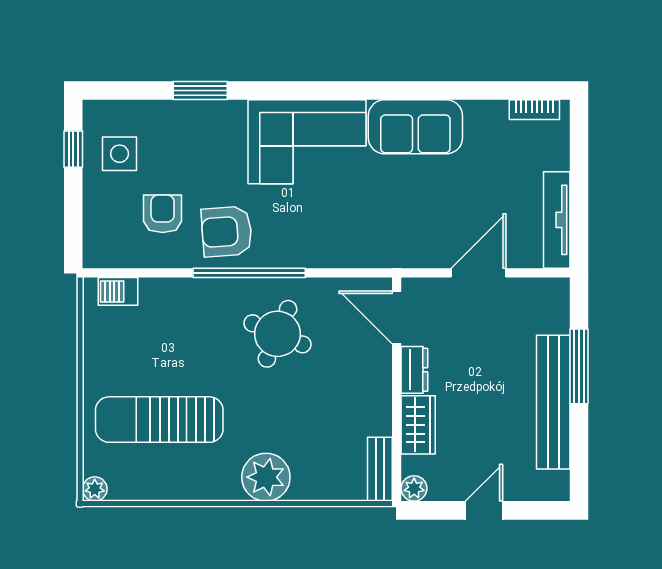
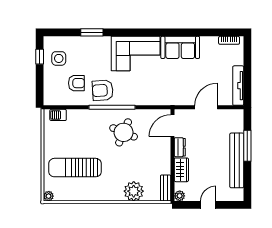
armchair: (163, 214) -> (76, 83), turned 90
door: (397, 317) -> (172, 126), hinge flipped
plant: (266, 477) -> (134, 191), moved

